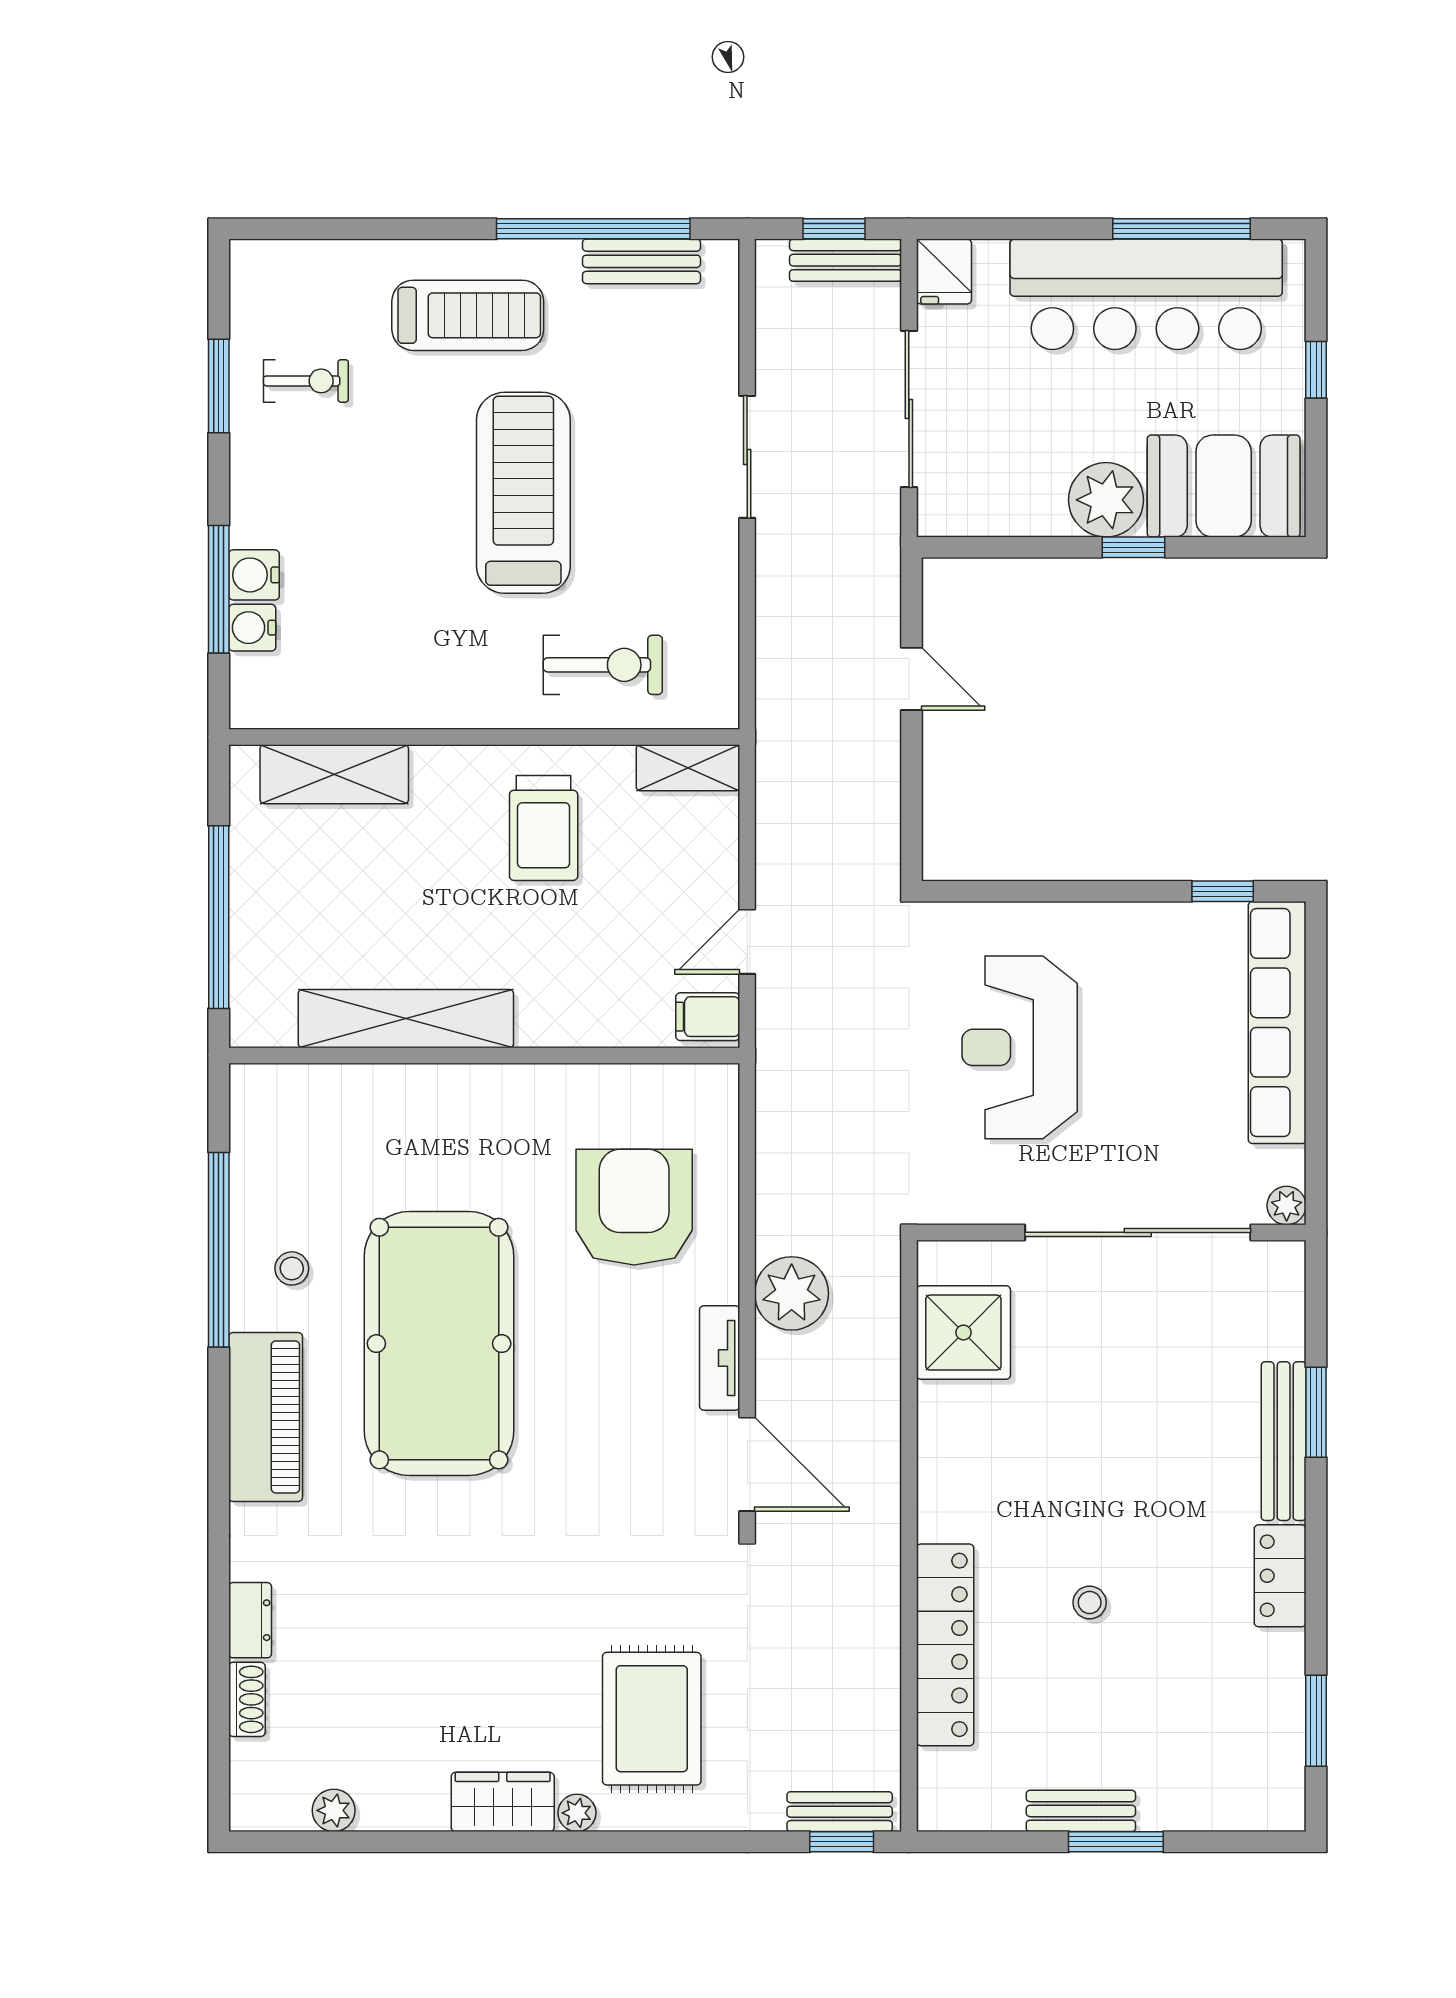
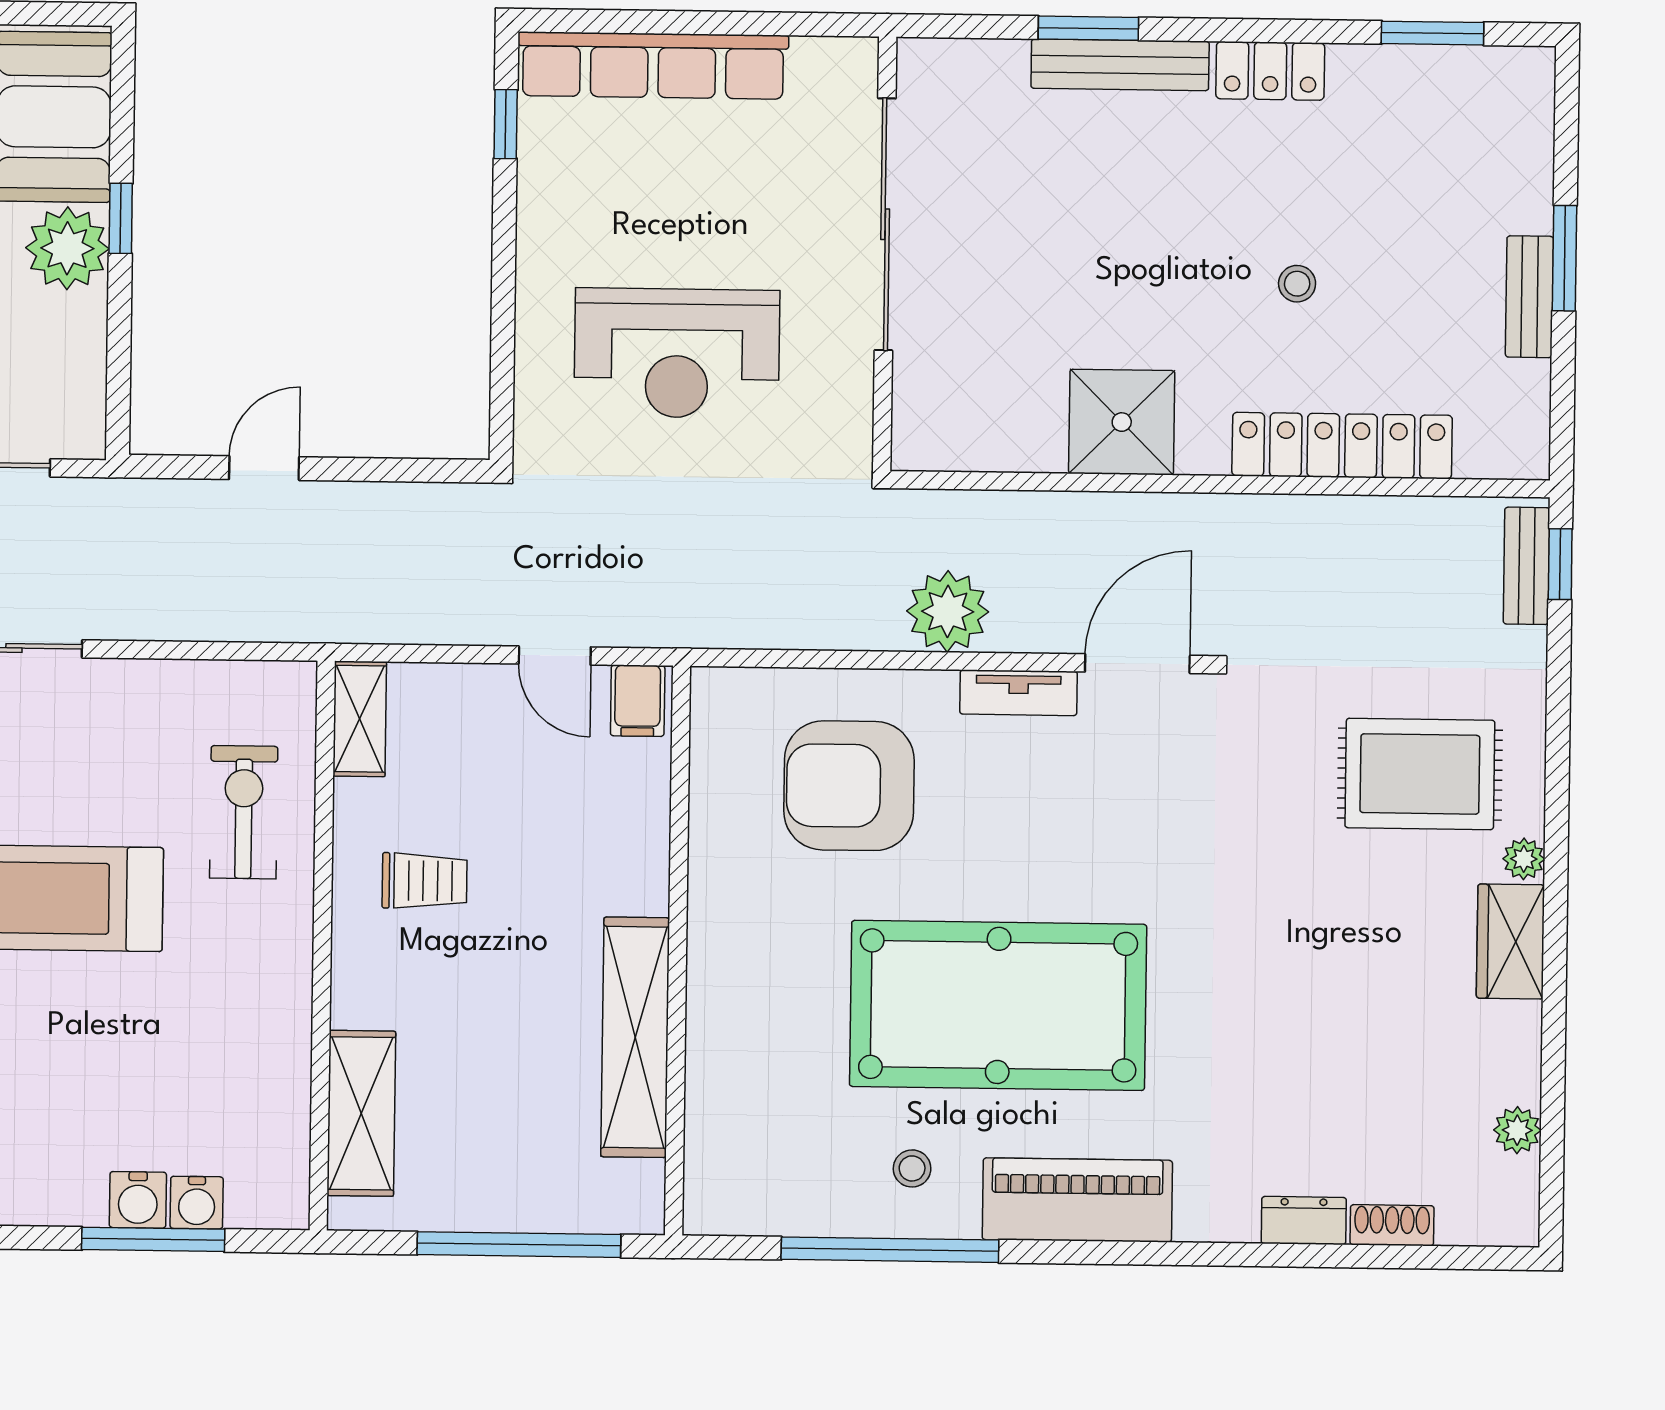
trolley: (544, 828) -> (425, 881), width x0.73, depth x0.72
plant: (1287, 1206) -> (857, 58), removed
shower: (963, 1333) -> (1122, 422), moved

